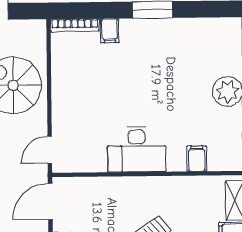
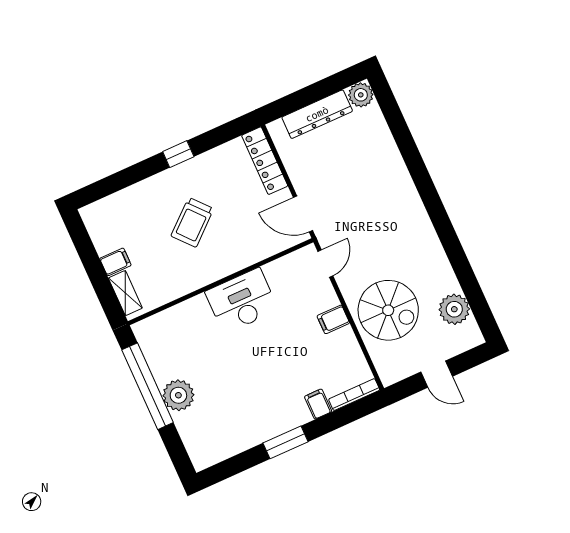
filing cabinet: (197, 159) -> (333, 319), moved, turned 90
door: (50, 201) -> (303, 214), swing flipped

